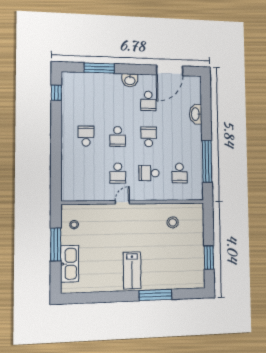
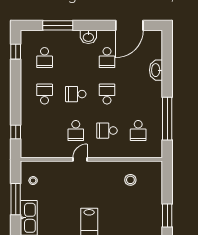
school desk: (86, 99) -> (45, 58), added
school desk: (118, 136) -> (76, 94), turned 90
window: (56, 175) -> (16, 132), added

